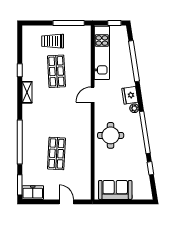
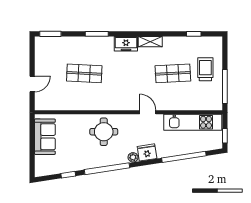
window: (20, 70) -> (194, 34), moved
window: (20, 142) -> (97, 34), width x0.47
freezer: (33, 193) -> (126, 44), moved, turned 90

